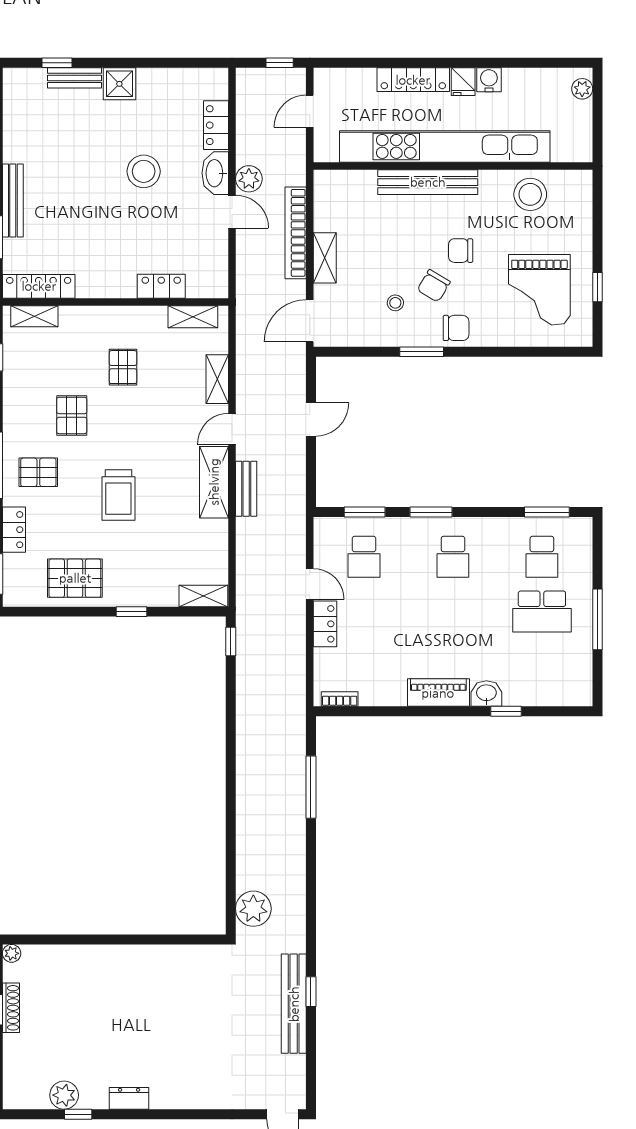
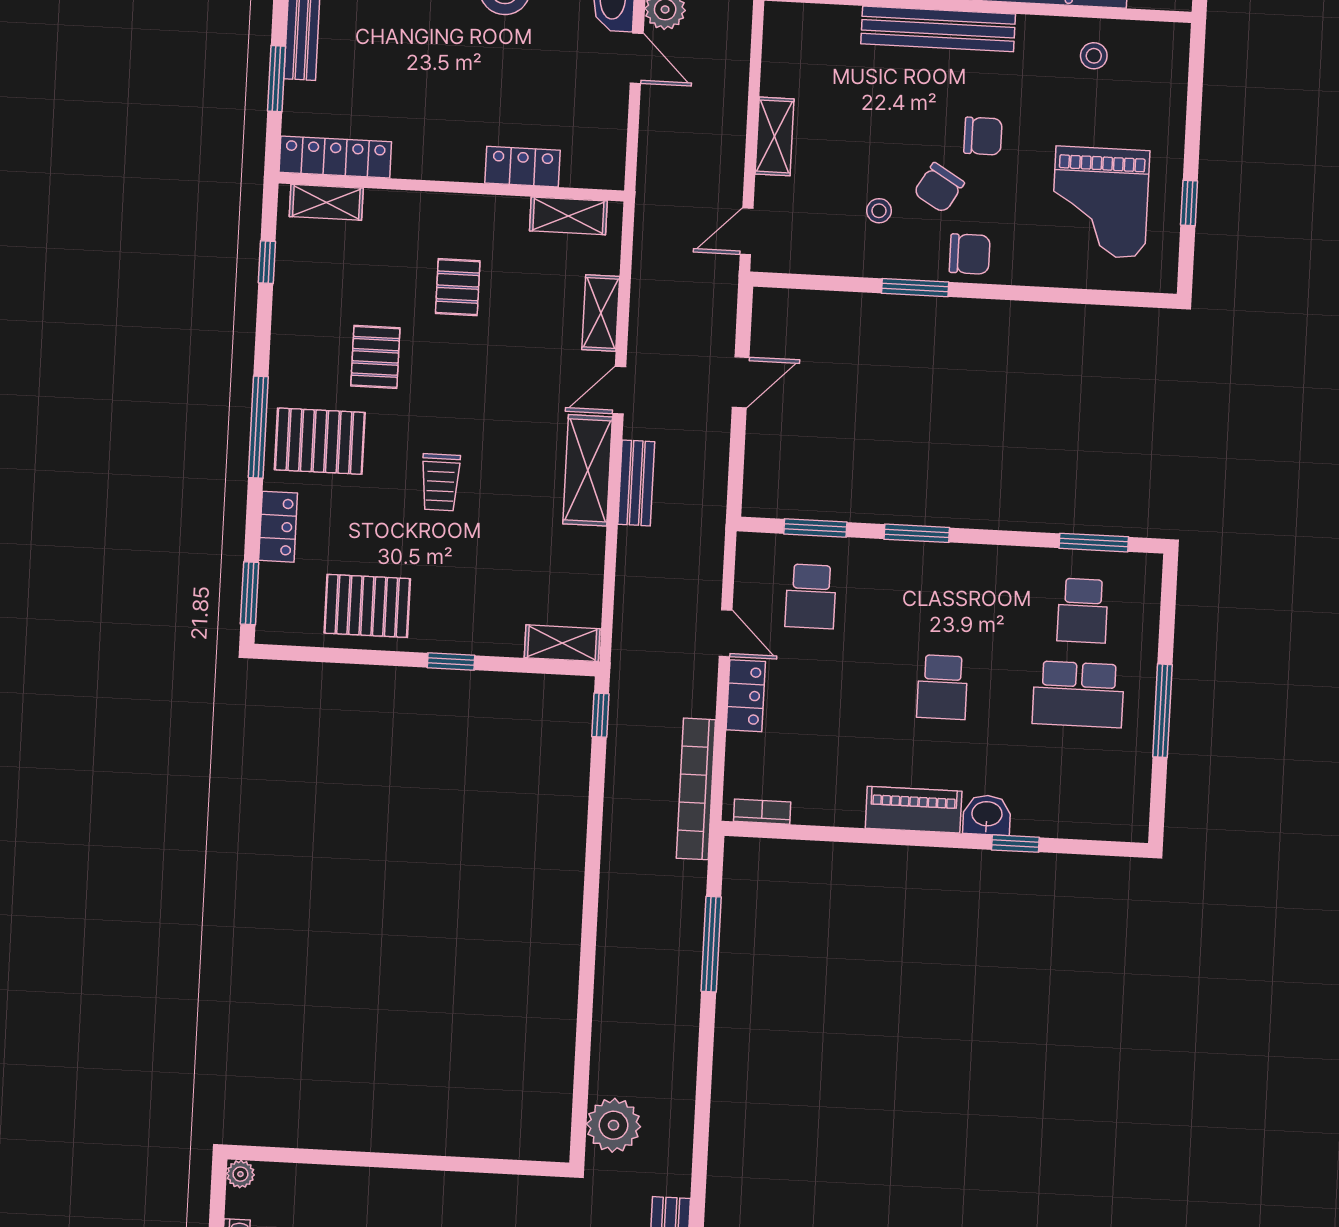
stool: (530, 194) -> (1094, 56), width x0.53, depth x0.53
bookcase: (296, 233) -> (696, 789), moved
chair: (461, 251) -> (983, 136), turned 180
door: (310, 321) -> (747, 231), width x0.73
pallet: (38, 472) -> (320, 441), width x1.50, depth x1.42
trolley: (118, 495) -> (440, 482), width x0.73, depth x0.72
school desk: (453, 557) -> (942, 687), moved

